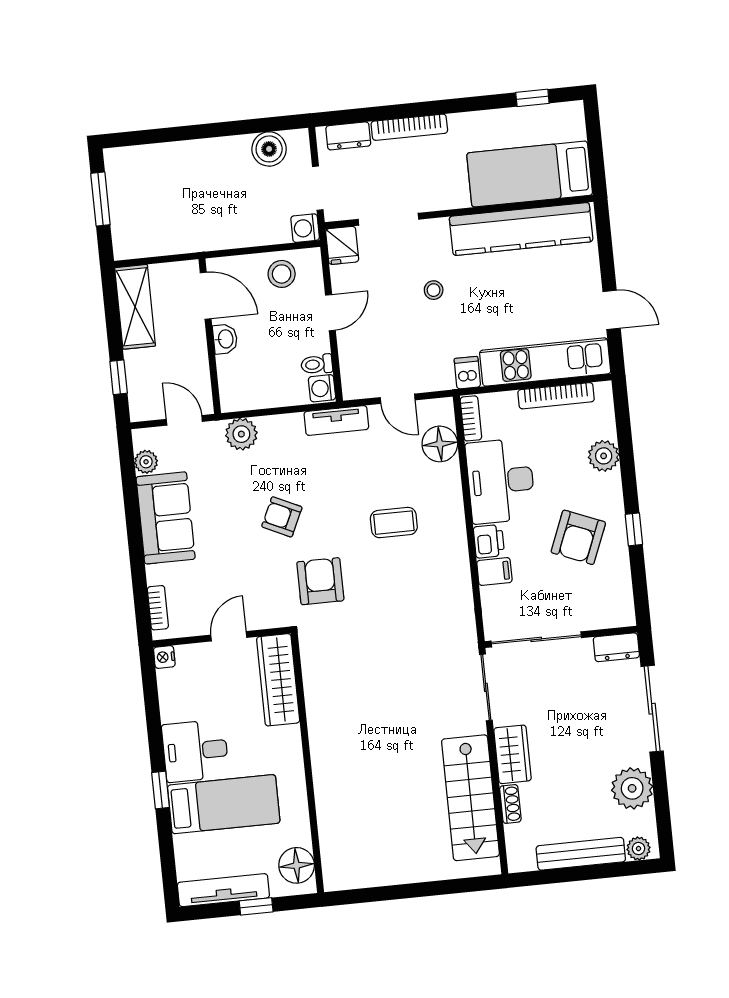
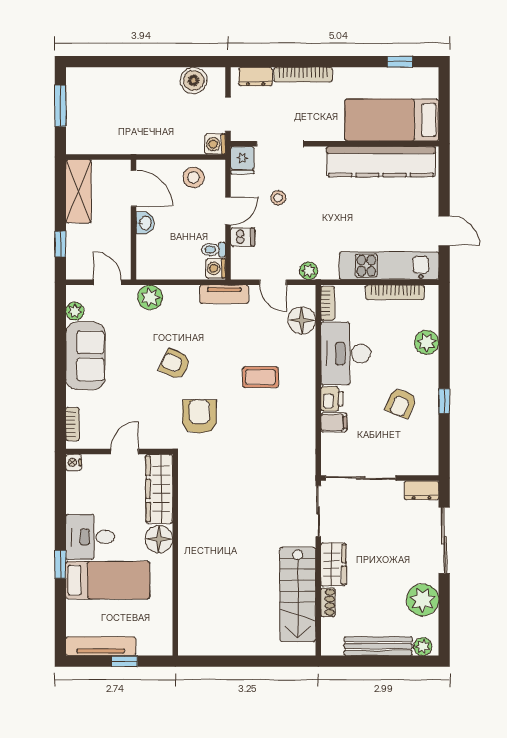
stool: (434, 290) -> (278, 198), moved
dishwasher: (467, 373) -> (243, 237), moved, turned 90
plant: (442, 379) -> (309, 271), added
armchair: (578, 537) -> (401, 403), width x0.72, depth x0.72
floor lamp: (297, 865) -> (159, 539), moved

